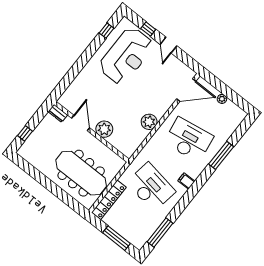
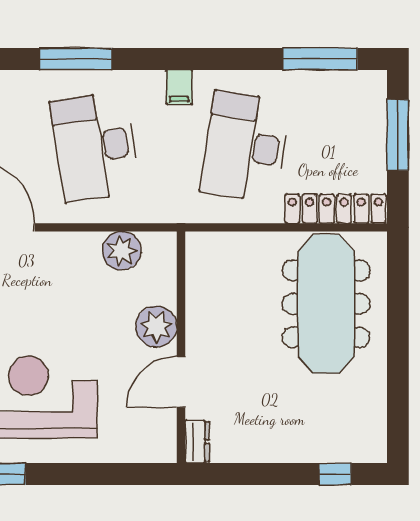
dresser: (58, 113) -> (197, 442), moved
door: (81, 123) -> (181, 382), moved
plant: (104, 129) -> (156, 327), moved
wall: (92, 132) -> (181, 347), moved

